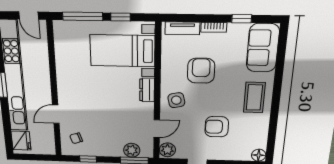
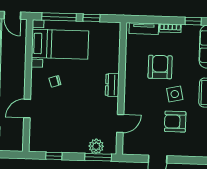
bed with nightstands: (122, 51) -> (60, 44), moved, turned 180
side table: (176, 100) -> (175, 94), moved
chair: (76, 138) -> (55, 81), moved
plant: (167, 150) -> (130, 146), removed

